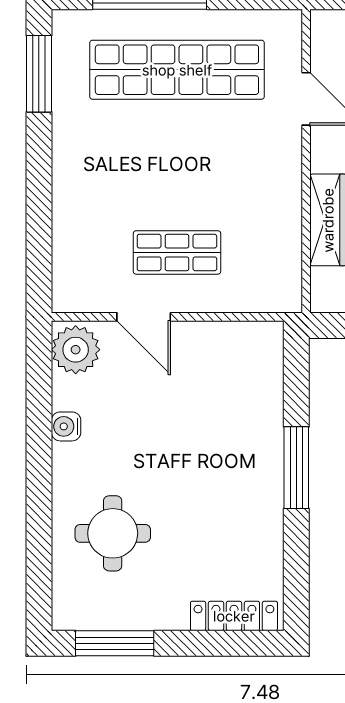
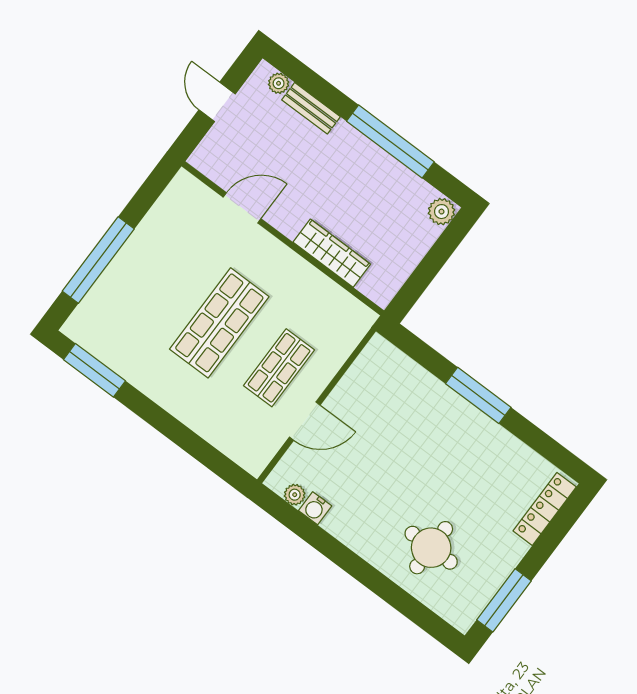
shop shelf: (177, 70) -> (219, 323), moved, width x0.71
plant: (76, 350) -> (295, 495), width x0.53, depth x0.53
water cooler: (66, 426) -> (315, 508), moved

